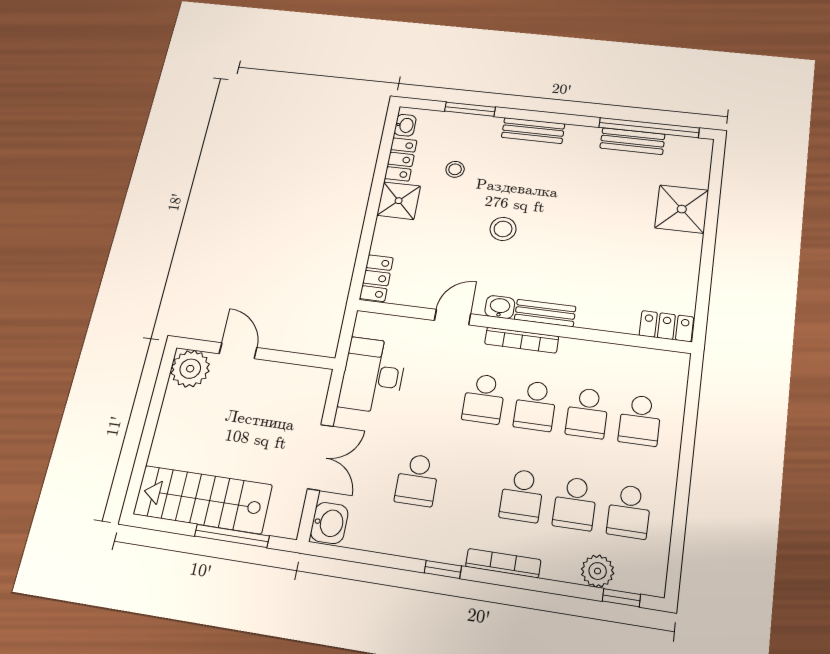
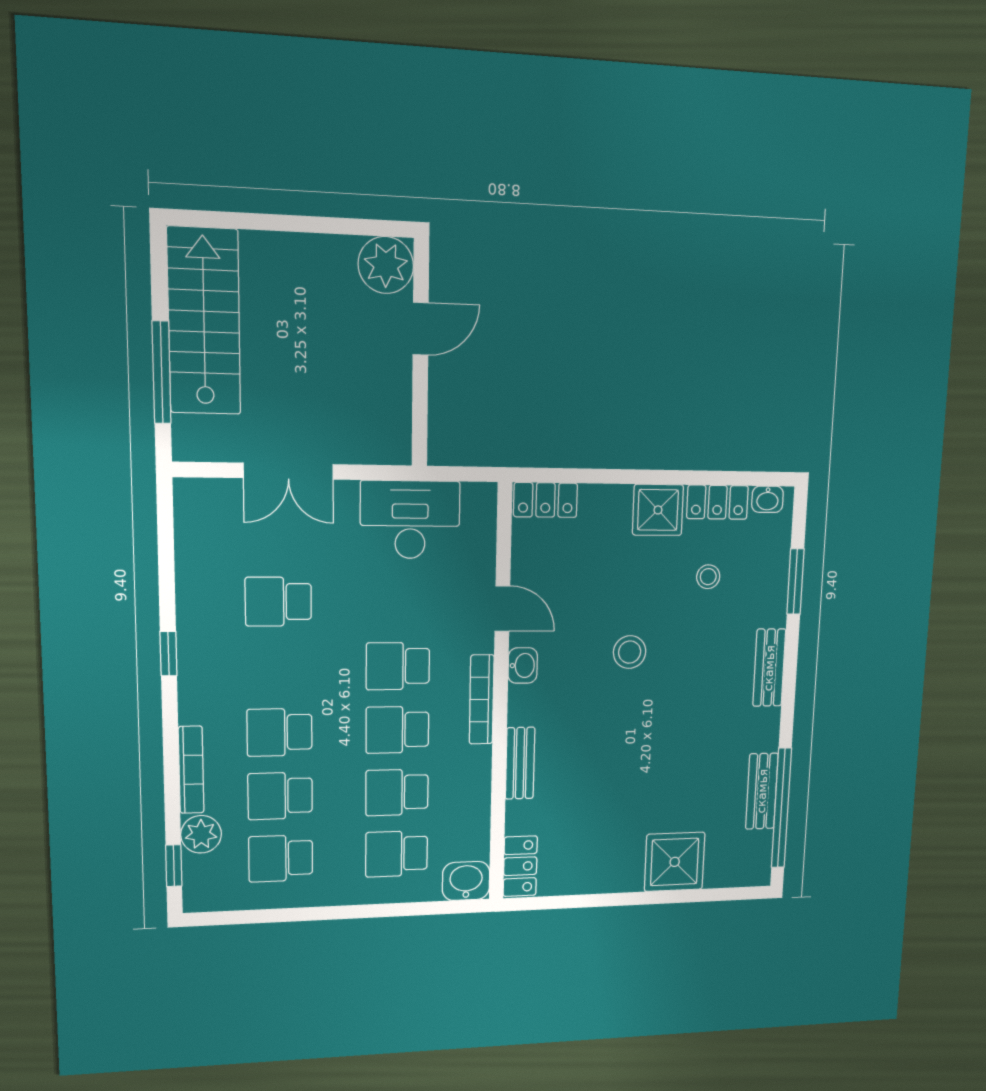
bench: (545, 313) -> (520, 763), moved
washbasin: (329, 523) -> (466, 881), moved, turned 180
bookcase: (503, 563) -> (191, 770), moved

